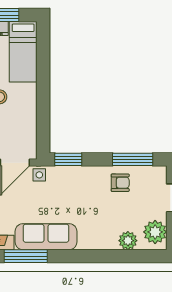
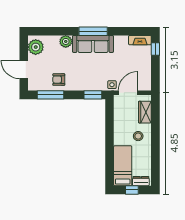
sofa: (46, 237) -> (93, 44), moved
plant: (128, 241) -> (66, 41), moved
window: (26, 256) -> (93, 31), moved

